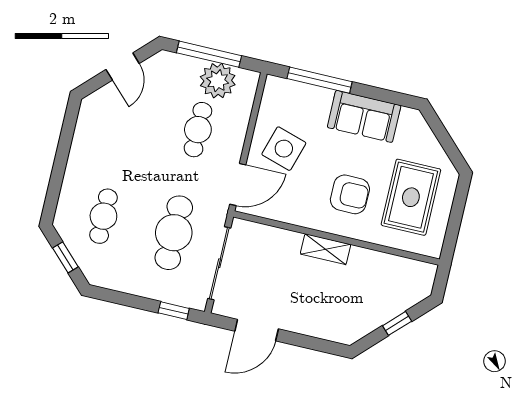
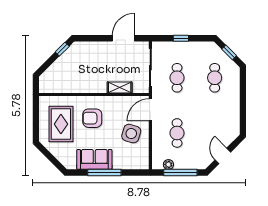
window: (320, 80) -> (104, 173), moved
plant: (218, 81) -> (168, 164), width x0.53, depth x0.53
cafe table: (174, 233) -> (177, 78), width x0.73, depth x0.74
shelving: (326, 249) -> (120, 87), moved
window: (174, 311) -> (181, 38), moved
window: (397, 323) -> (62, 49), moved

